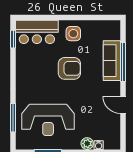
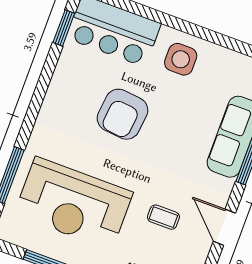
armchair: (69, 68) -> (122, 114), moved, turned 96
coffee table: (93, 111) -> (163, 217), added

